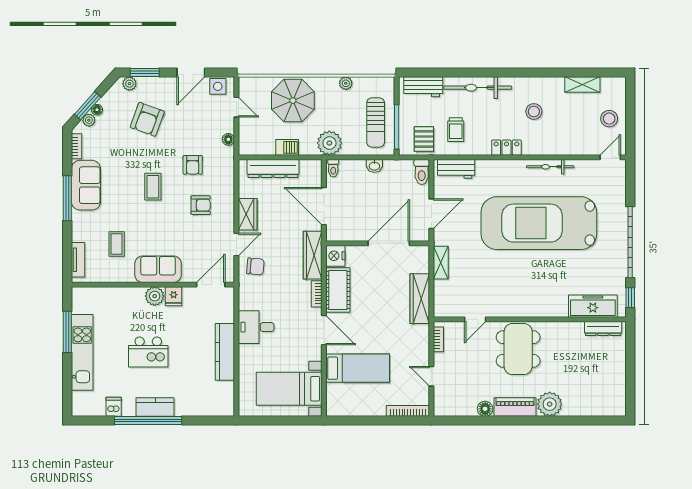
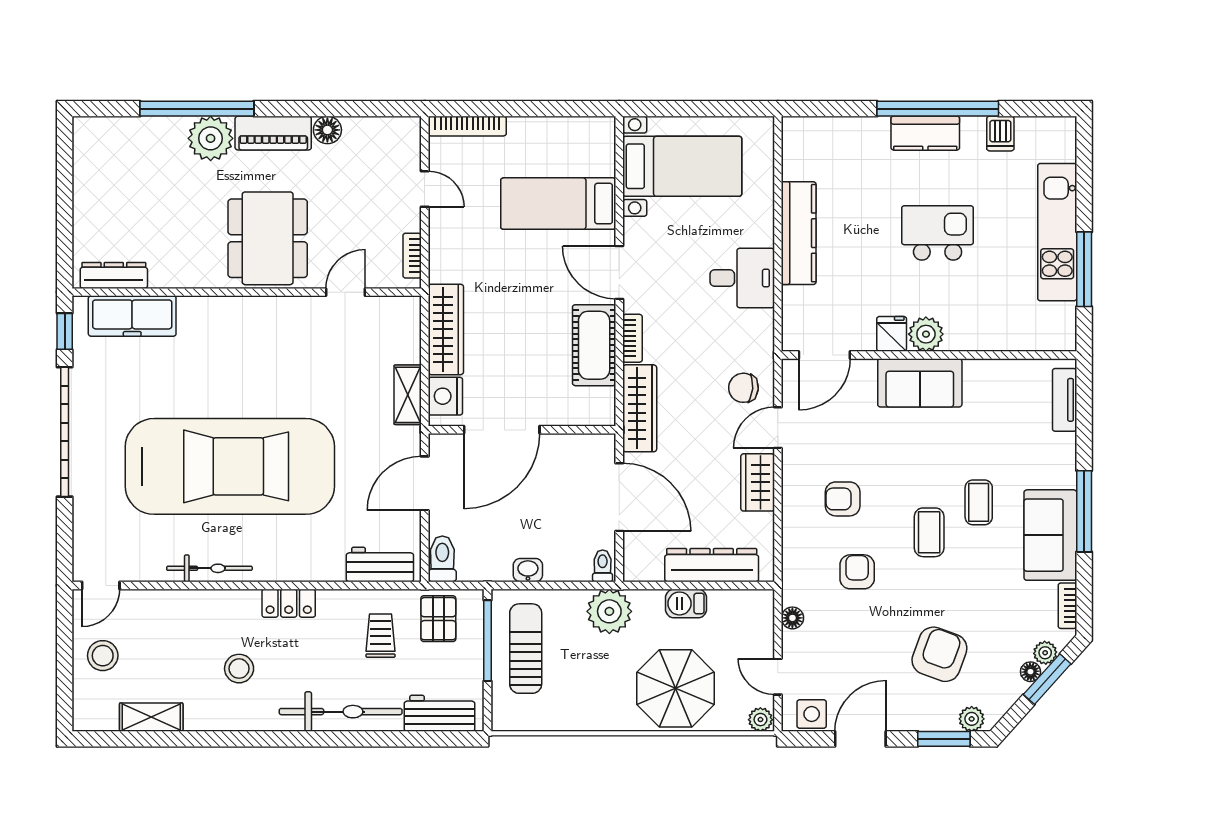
plant: (346, 83) -> (760, 720), moved
coffee table: (117, 244) -> (979, 502), moved
nightstand: (335, 256) -> (445, 396), moved, turned 180
window: (557, 421) -> (197, 109), added

